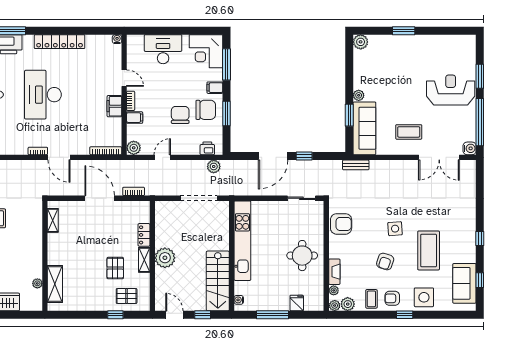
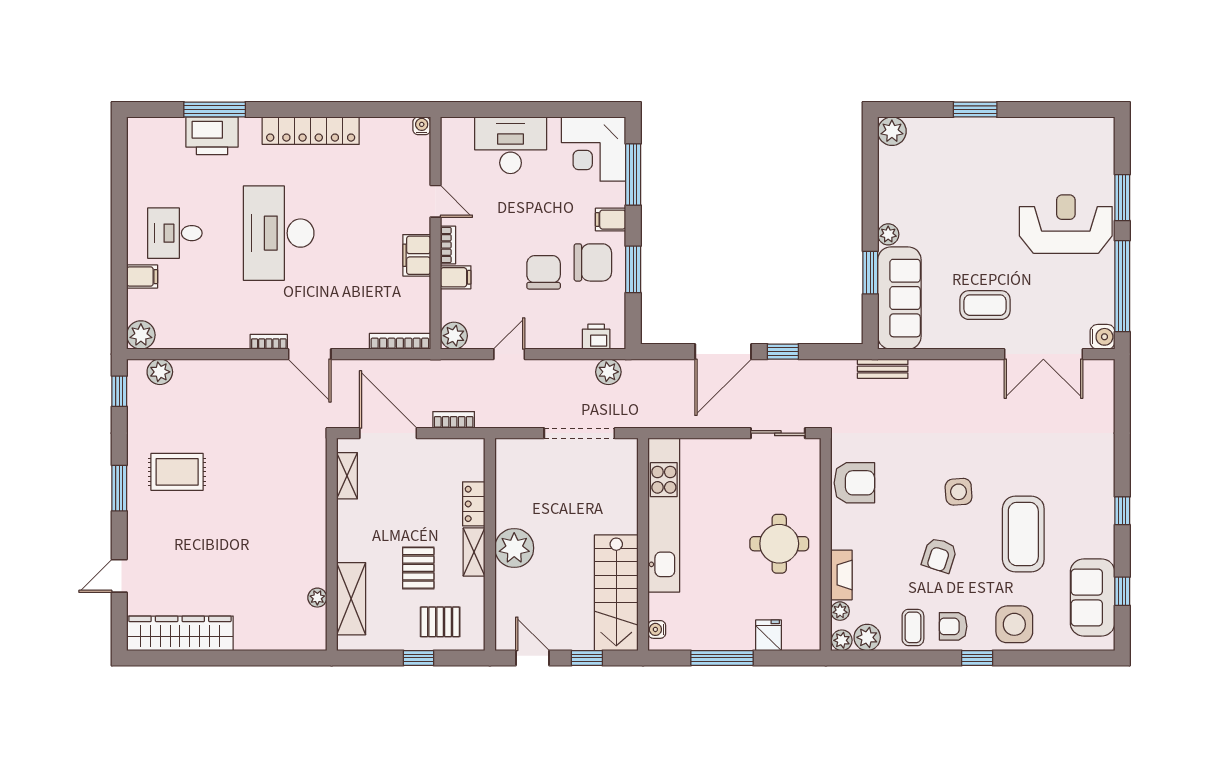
shelving: (53, 220) -> (347, 476), moved
wall: (45, 256) -> (332, 544), moved
plant: (37, 283) -> (317, 598), moved
shelving: (55, 284) -> (351, 599), moved

